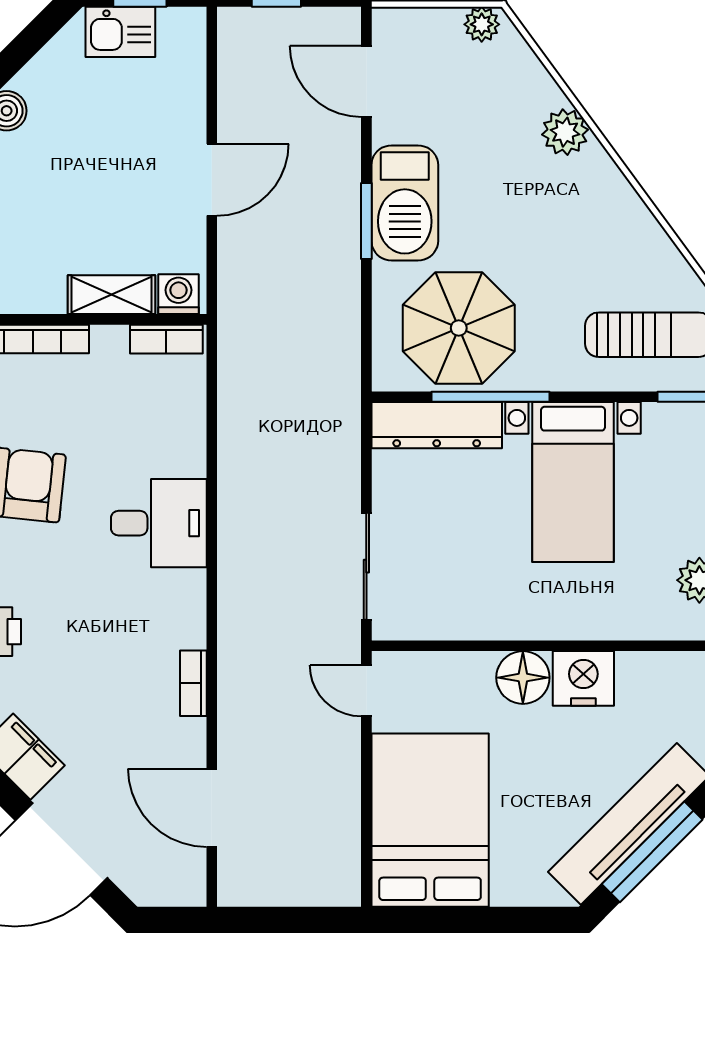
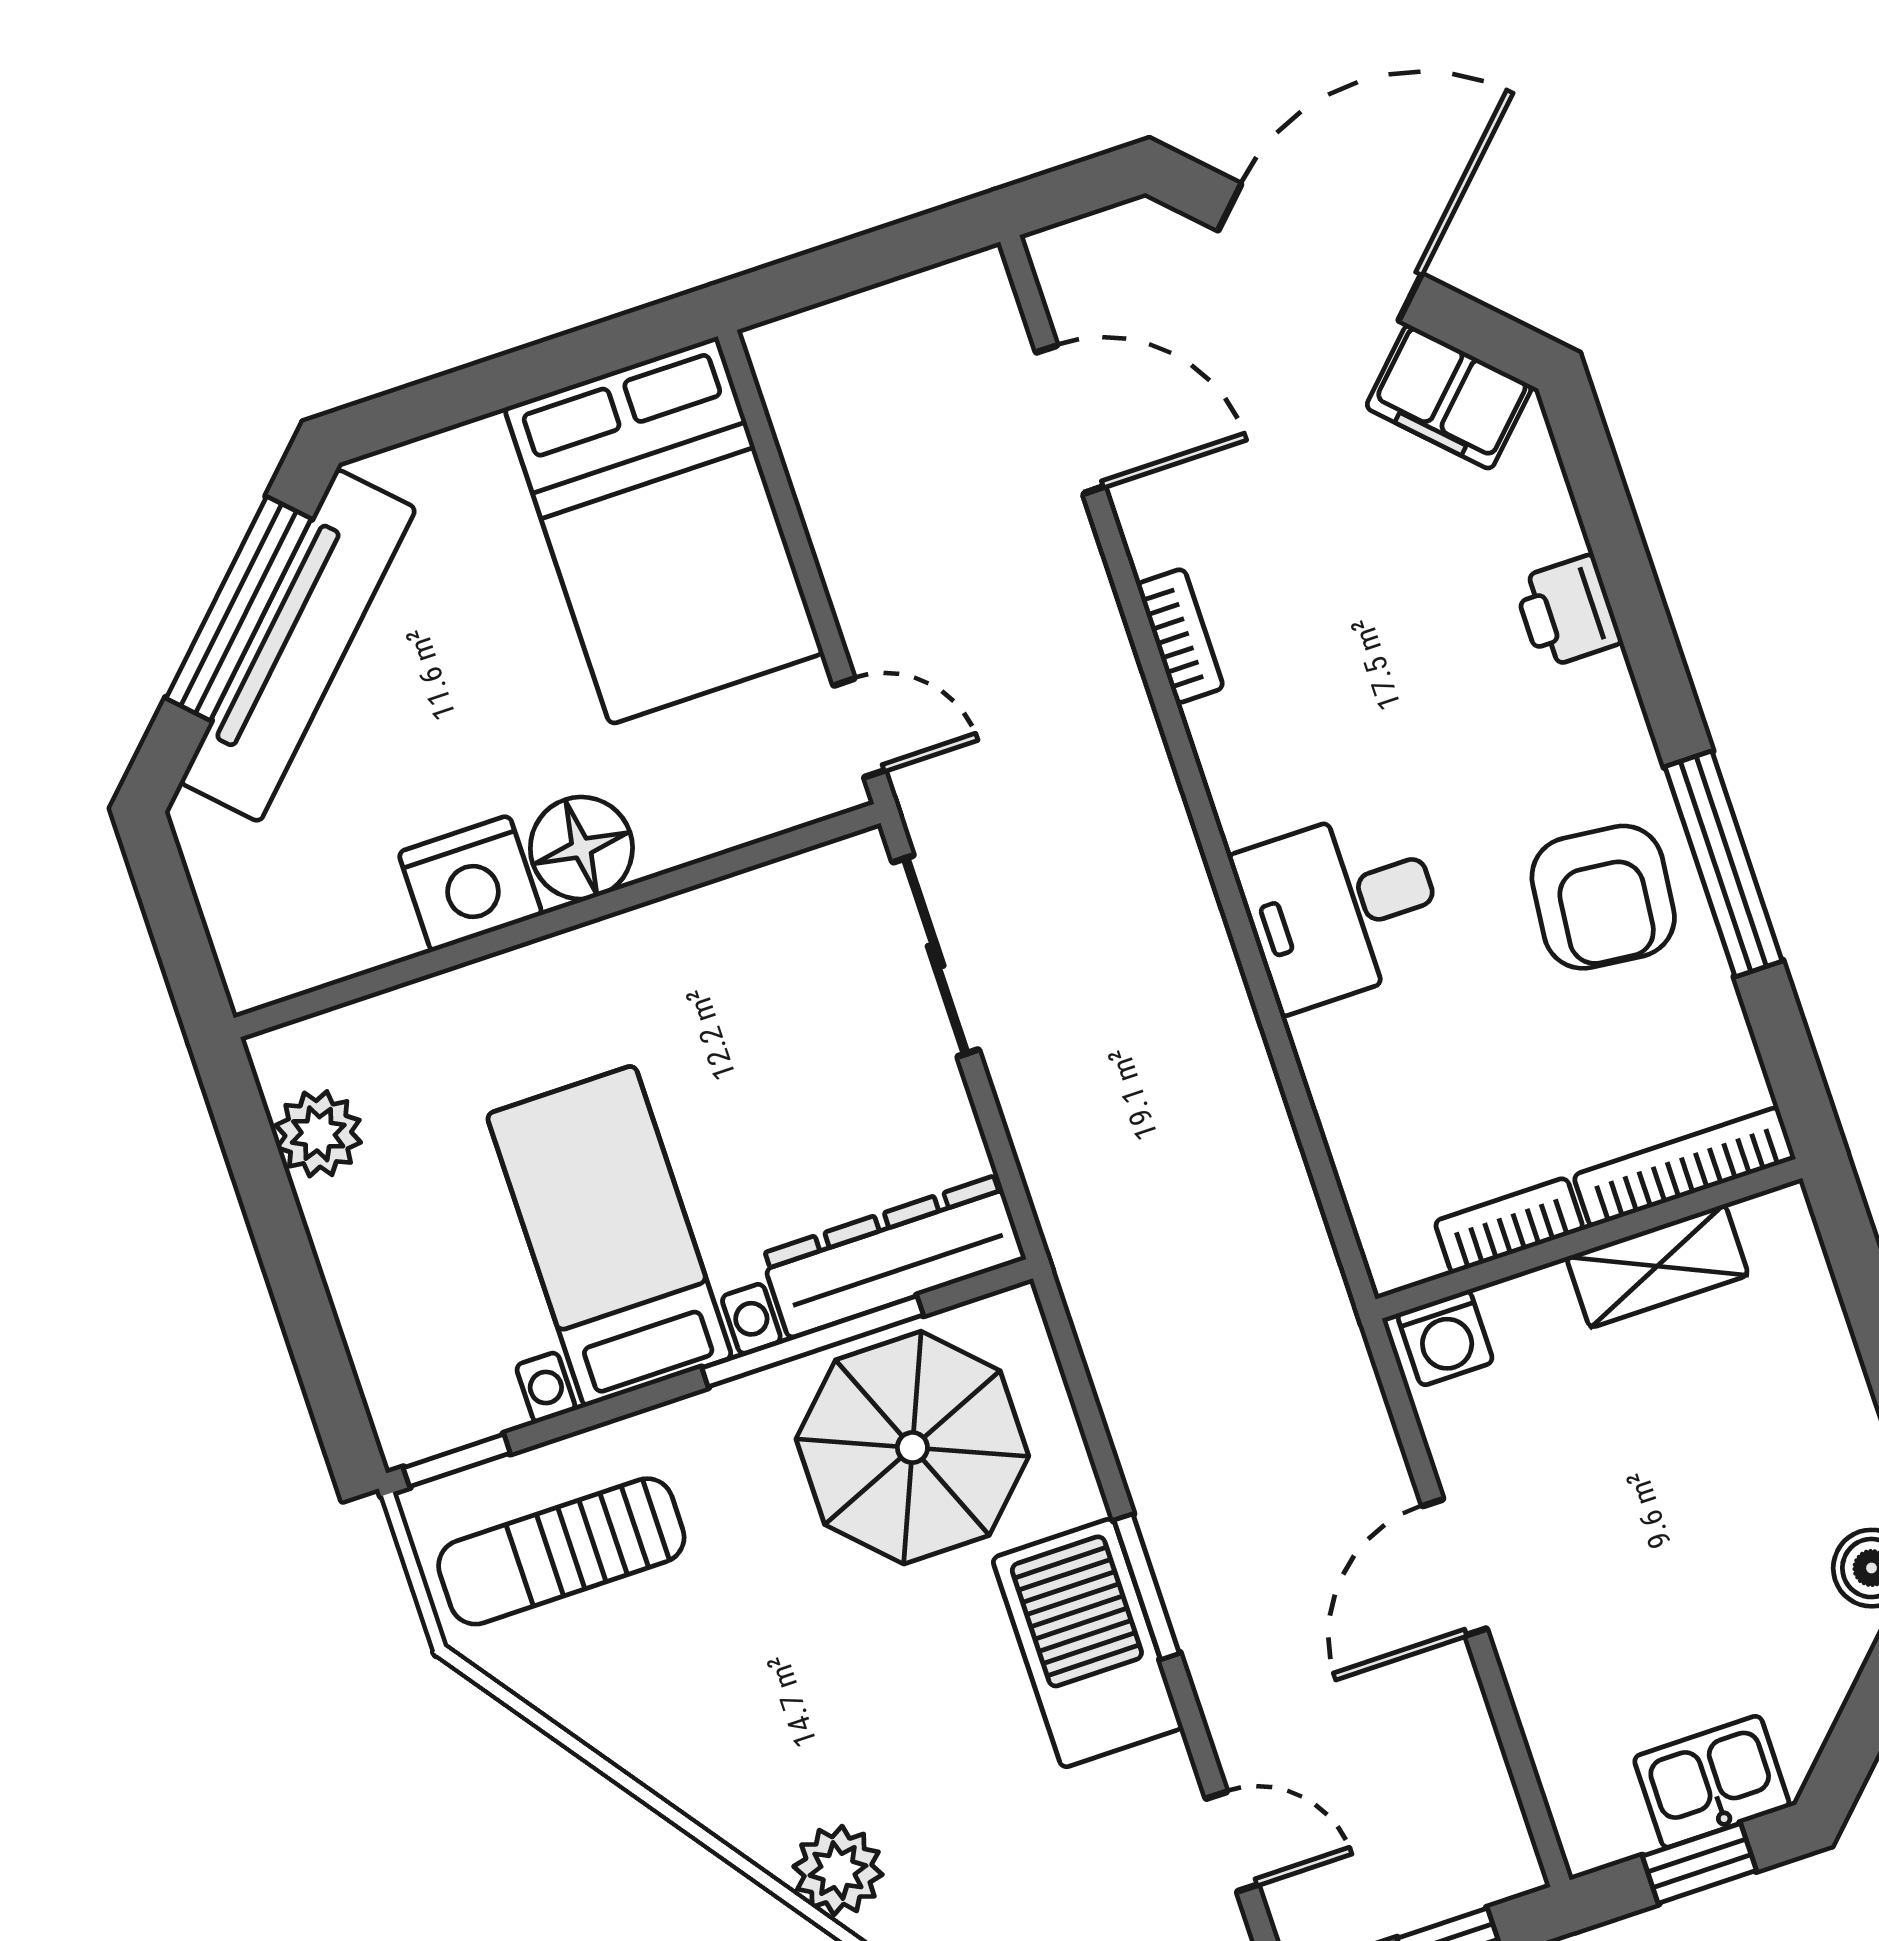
door: (366, 81) -> (1232, 1842), width x0.73
shelving: (111, 295) -> (1657, 1266), moved
bookcase: (166, 339) -> (1509, 1225), moved

